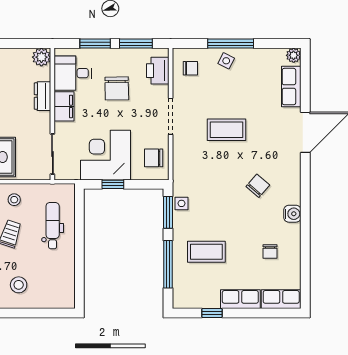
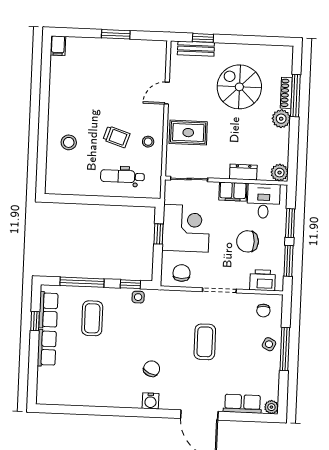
chair: (258, 186) -> (152, 369), turned -106
window: (168, 212) -> (130, 284), width x0.67
water cooler: (292, 214) -> (151, 401), moved
dental chair: (53, 226) -> (122, 176), turned 180
chair: (270, 252) -> (90, 378), removed
row of seats: (281, 299) -> (48, 310), moved

